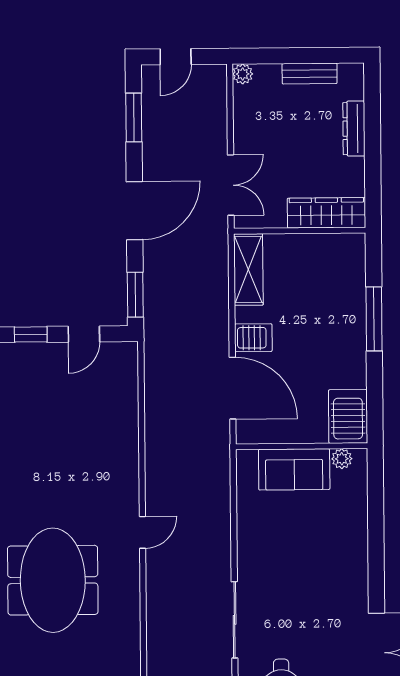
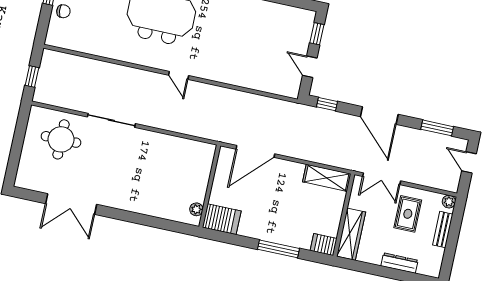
bench: (310, 74) -> (443, 230), moved
rug: (276, 133) -> (408, 214), added
window: (135, 295) -> (327, 104), width x0.67
server rack: (253, 338) -> (324, 245), moved, turned 90
sofa: (294, 469) -> (196, 178), removed

